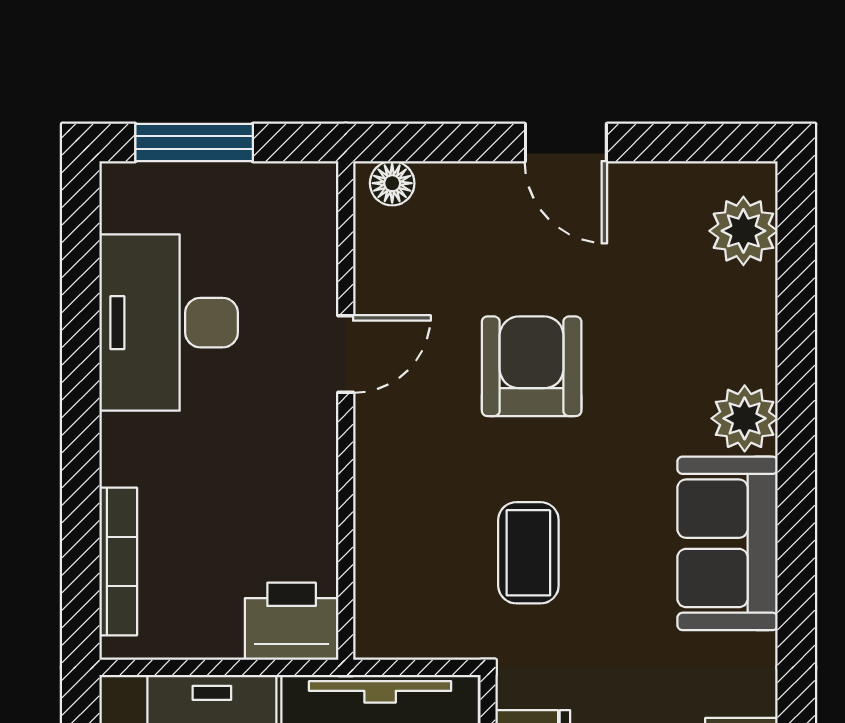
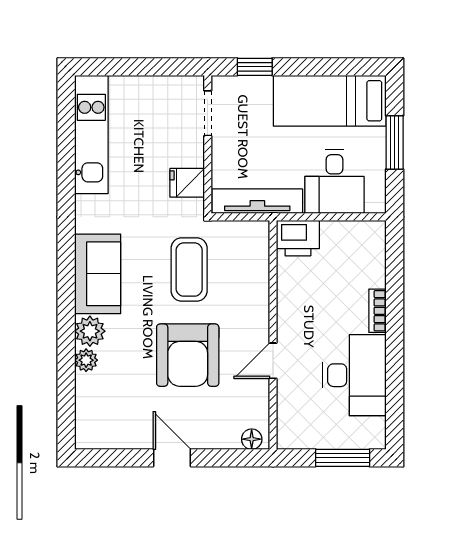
plant: (743, 231) -> (86, 360), moved, width x0.73, depth x0.73
armchair: (532, 366) -> (188, 355), width x1.36, depth x1.36
coffee table: (528, 553) -> (189, 270), width x1.36, depth x1.30
bookcase: (118, 561) -> (377, 311), moved, width x0.64

